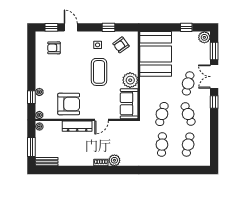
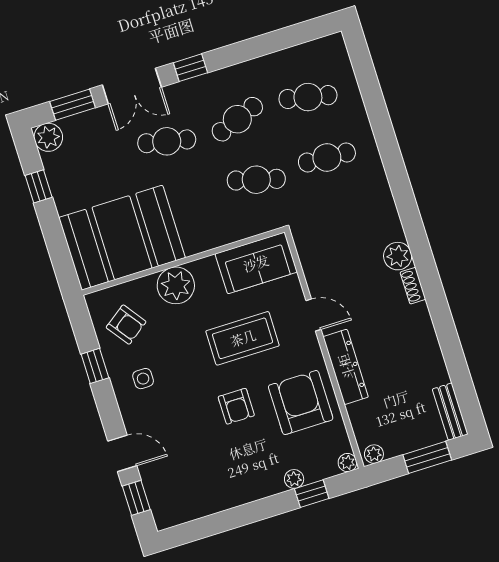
door: (71, 27) -> (122, 453), swing flipped
armchair: (54, 48) -> (236, 406), moved
coffee table: (99, 72) -> (243, 338), moved
plant: (130, 80) -> (176, 285), moved

